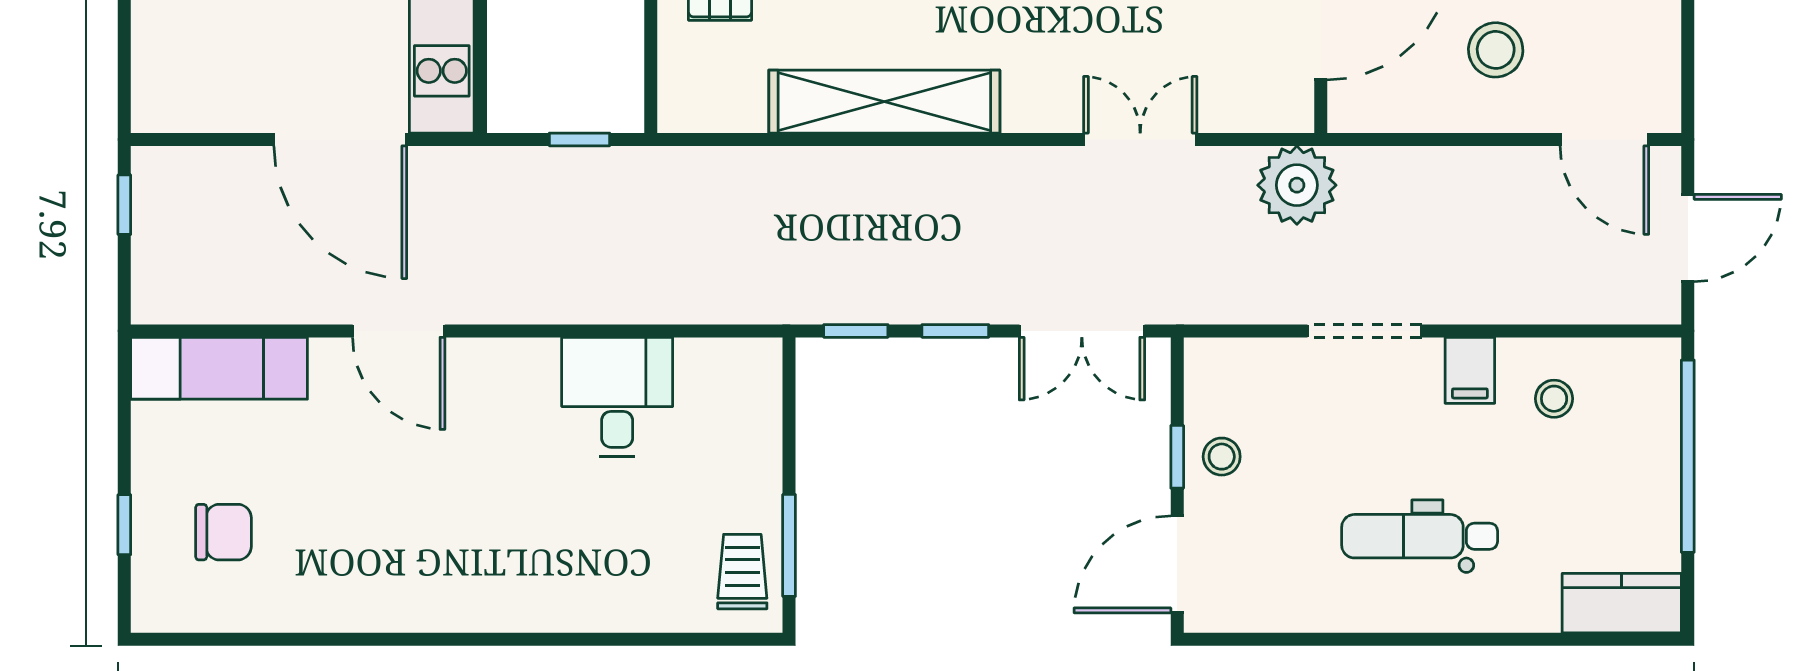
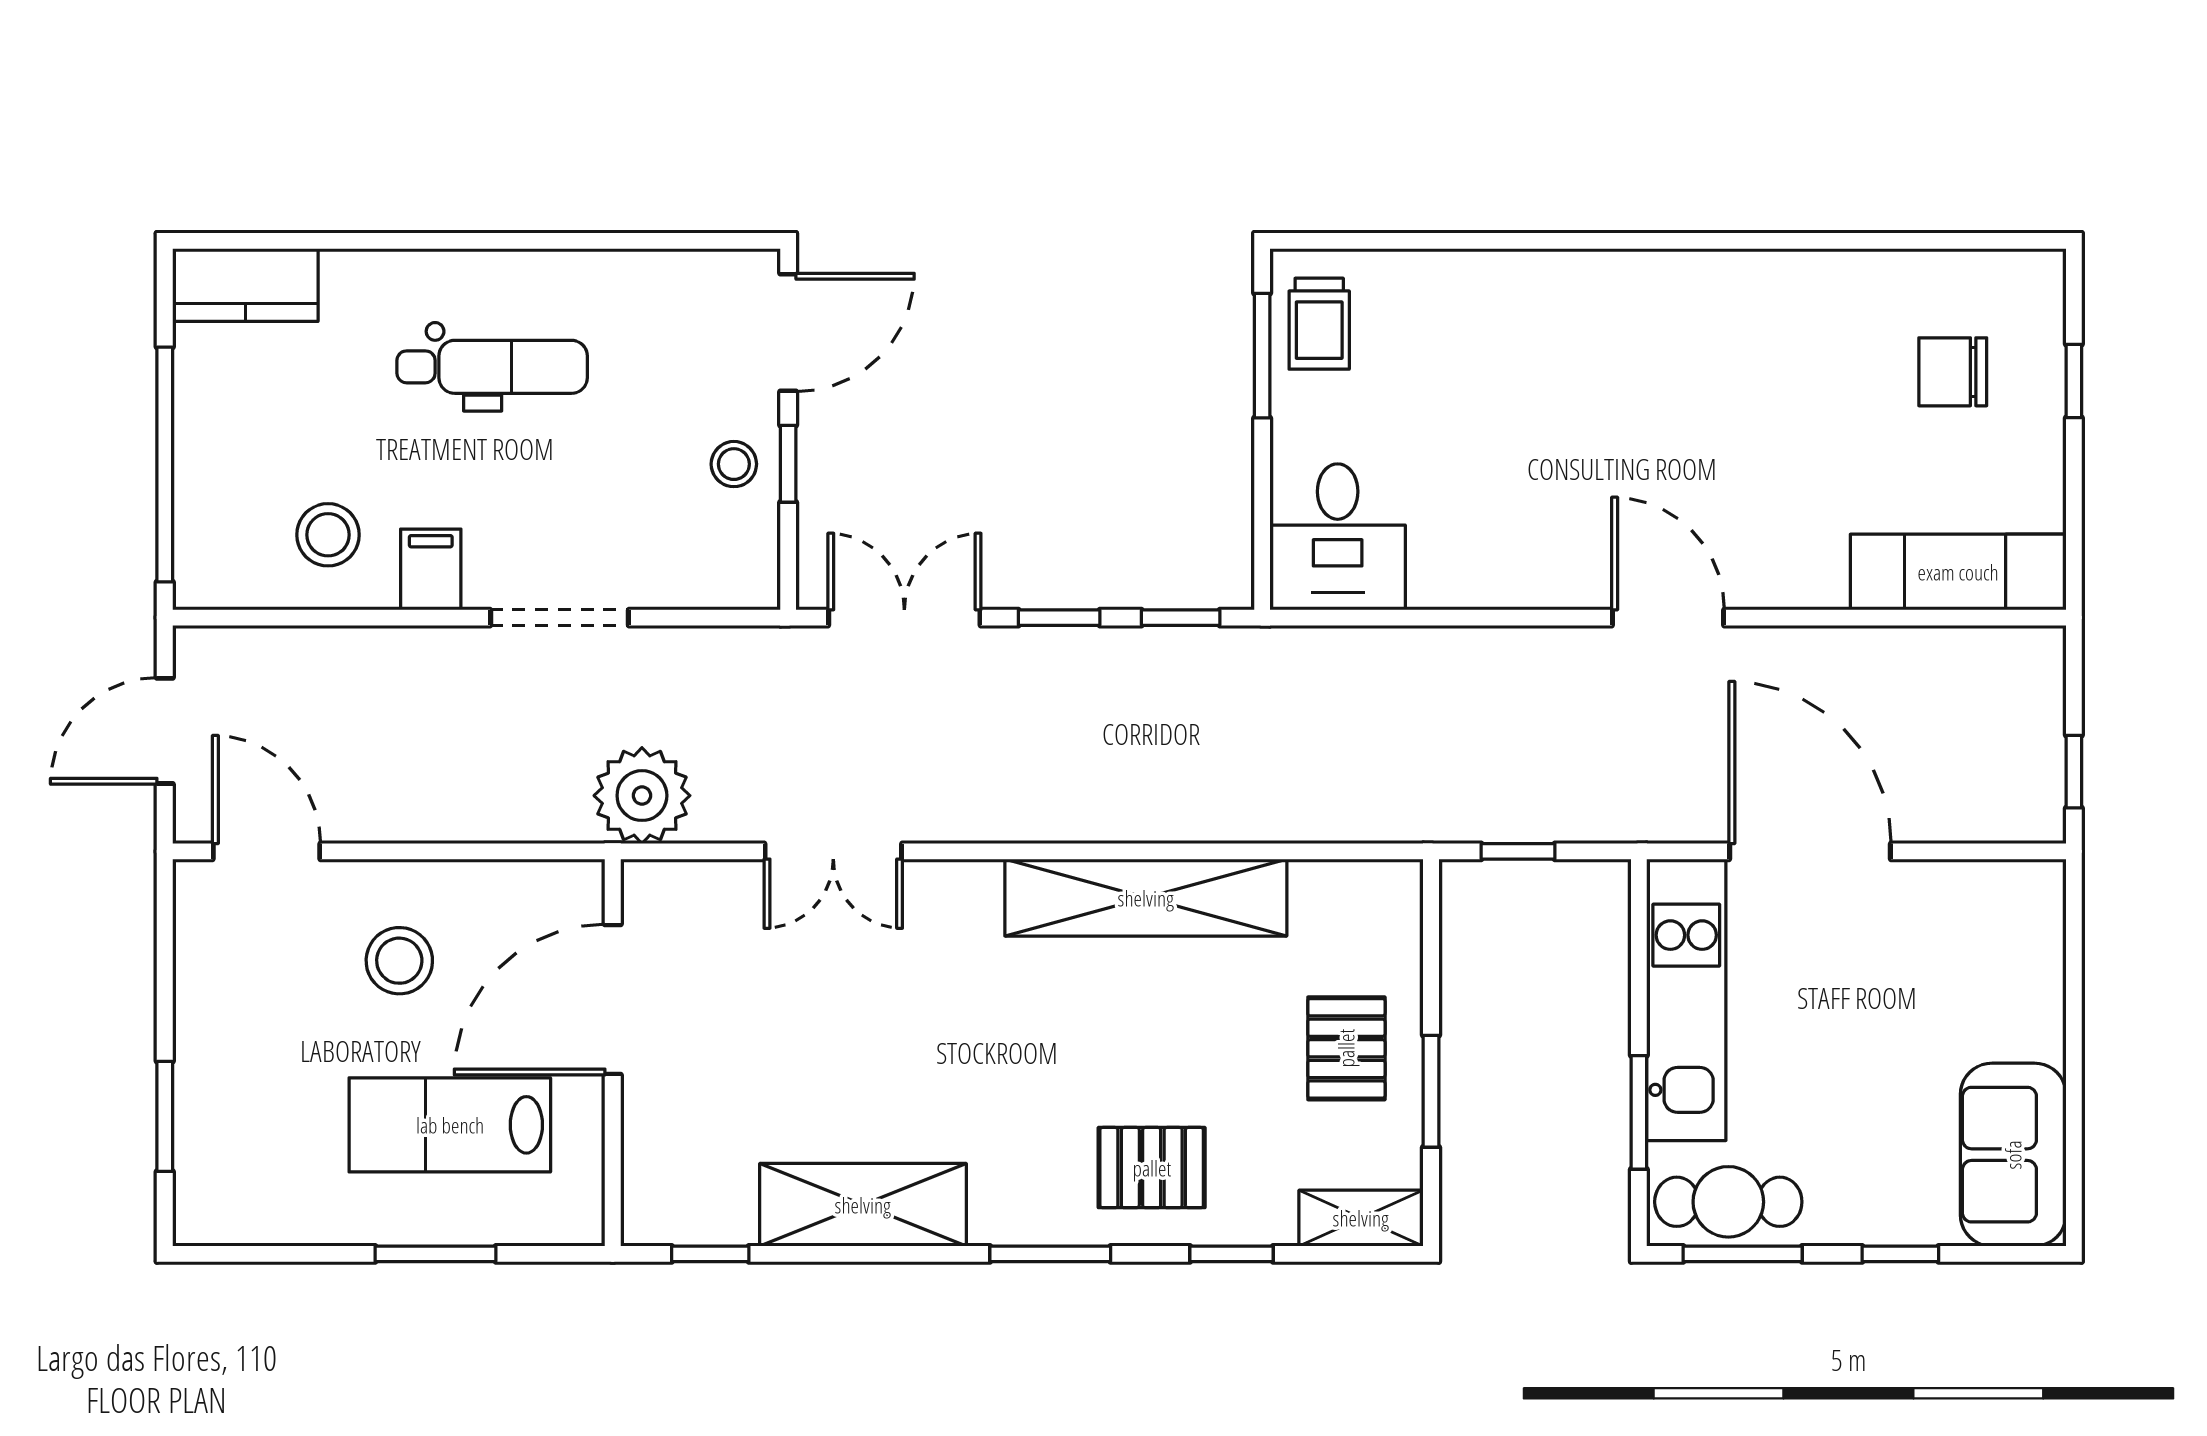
door: (399, 331) -> (1668, 618), moved
desk: (617, 397) -> (1338, 537), moved
stool: (1554, 399) -> (328, 535), width x1.37, depth x1.37

